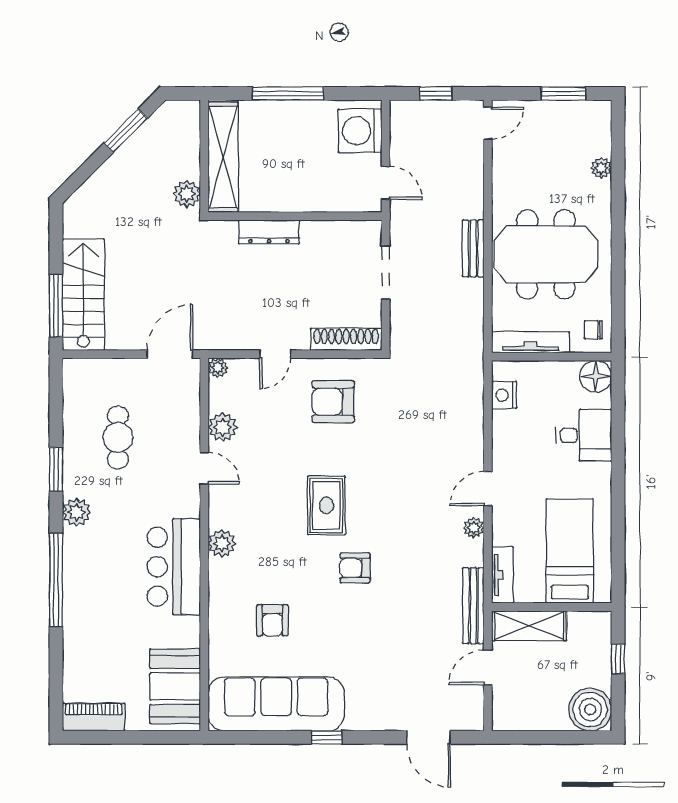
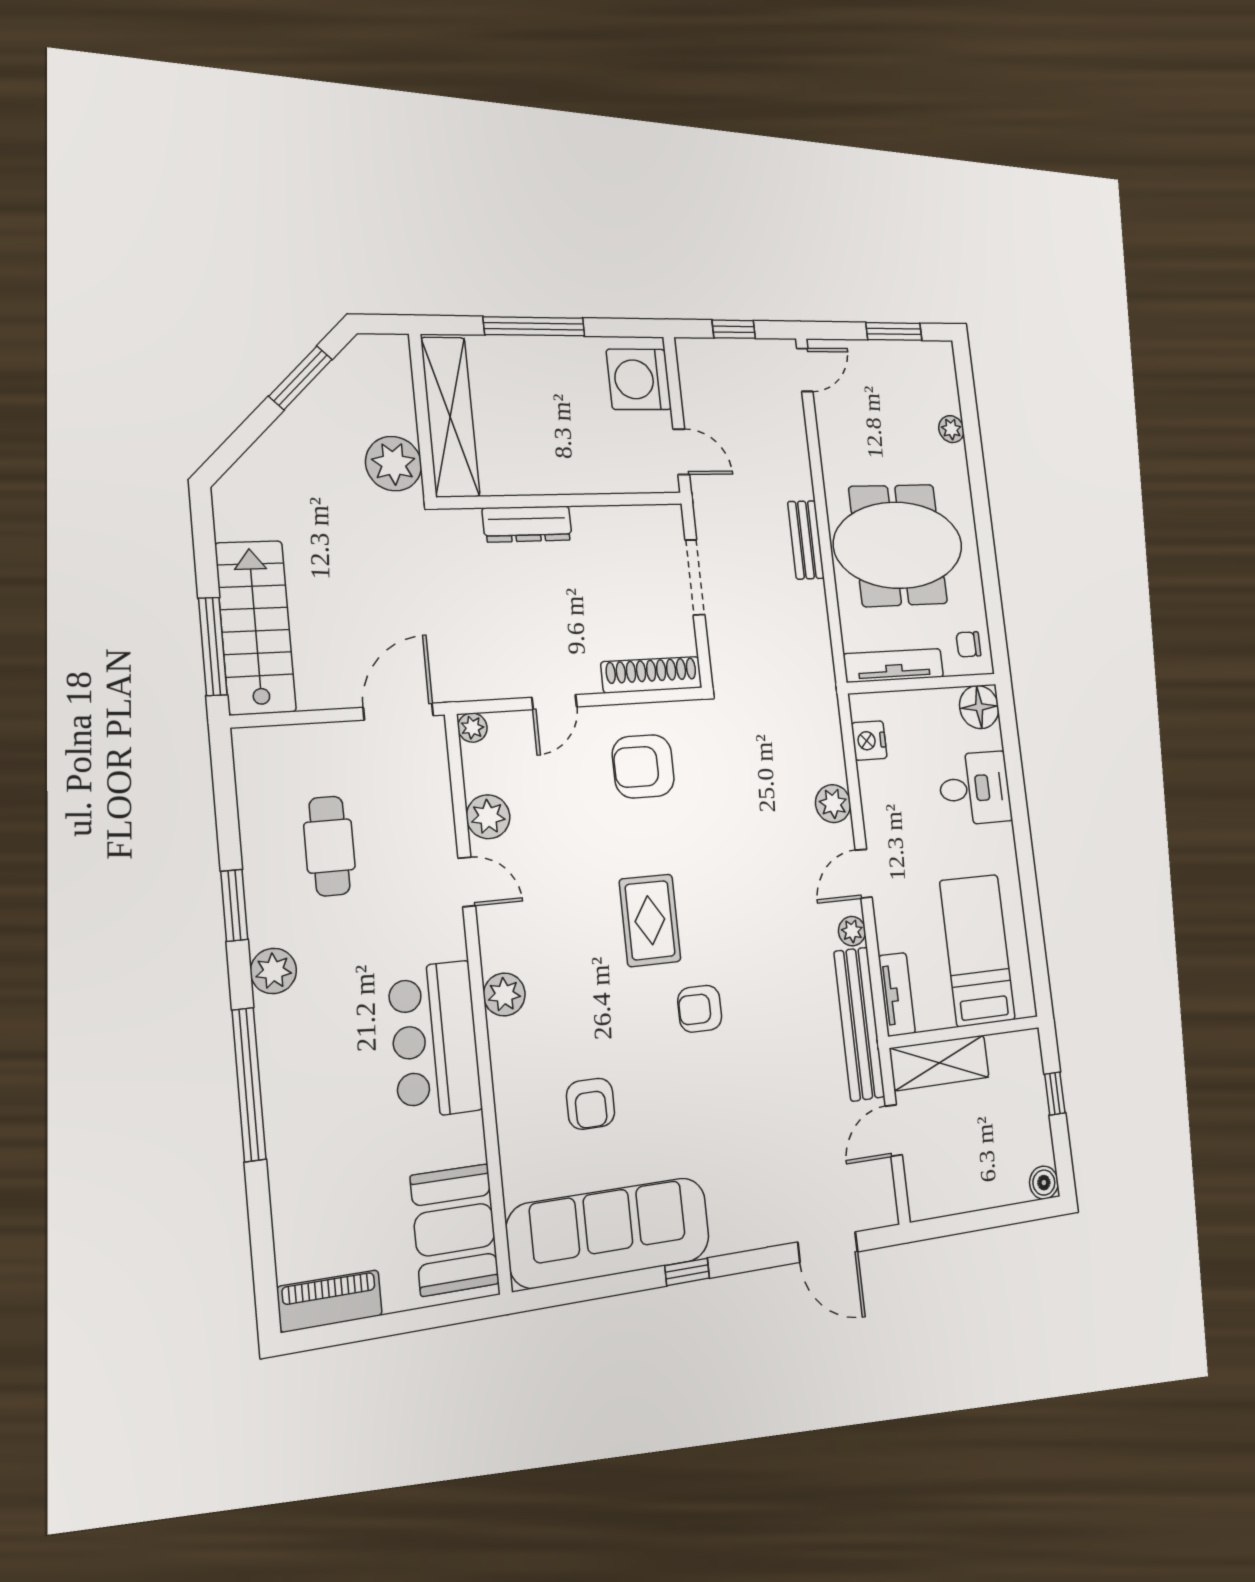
plant: (187, 194) -> (394, 464), width x1.36, depth x1.36
plant: (471, 438) -> (833, 804), added
bench: (473, 606) -> (859, 1024), width x1.37, depth x1.21
boiler: (590, 709) -> (1044, 1183), width x0.54, depth x0.54

